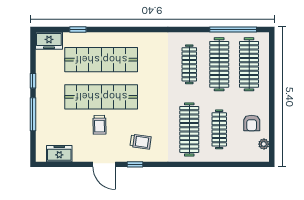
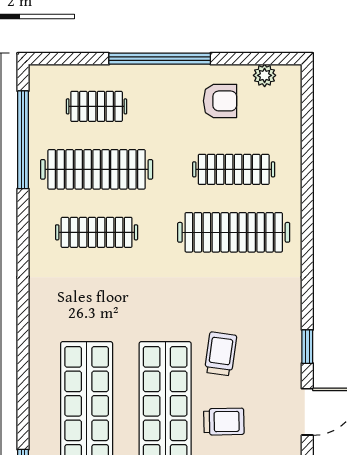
clothes rail: (249, 64) -> (97, 106), width x0.54, depth x0.76
window: (272, 94) -> (160, 59), added
trolley: (141, 142) -> (221, 354), moved

